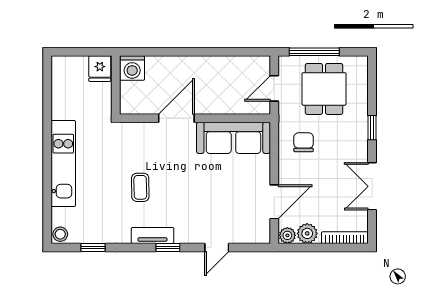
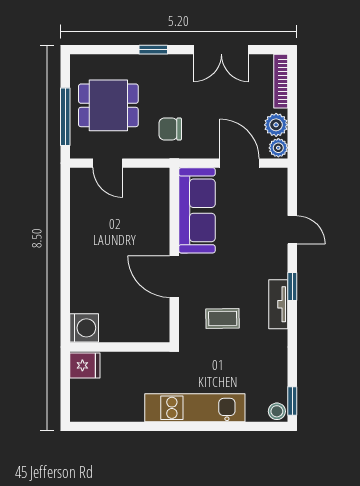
door: (176, 118) -> (174, 277), moved
wall: (195, 118) -> (174, 255), moved
sofa: (233, 138) -> (197, 210), moved
window: (93, 247) -> (292, 401), moved

